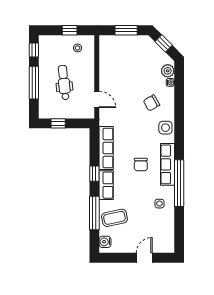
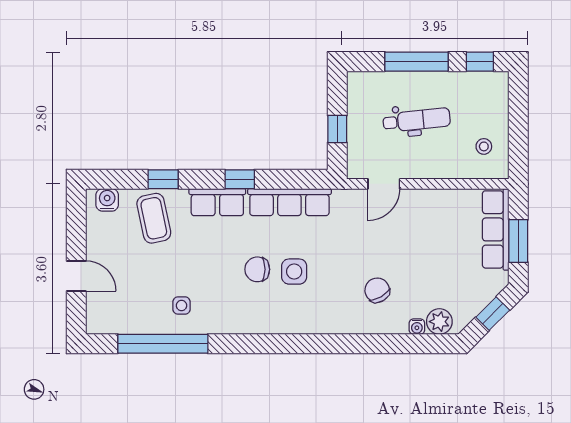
window: (70, 30) -> (518, 131), removed
window: (58, 123) -> (337, 129), moved
side table: (165, 128) -> (294, 272), moved
row of seats: (167, 164) -> (496, 229), moved, turned -90
window: (179, 183) -> (163, 344), moved
window: (94, 213) -> (163, 179), width x0.46

